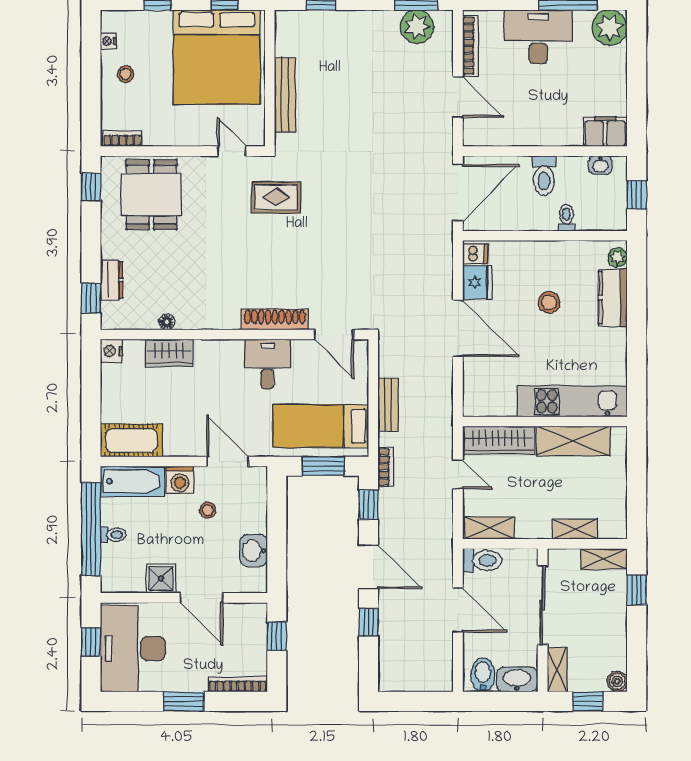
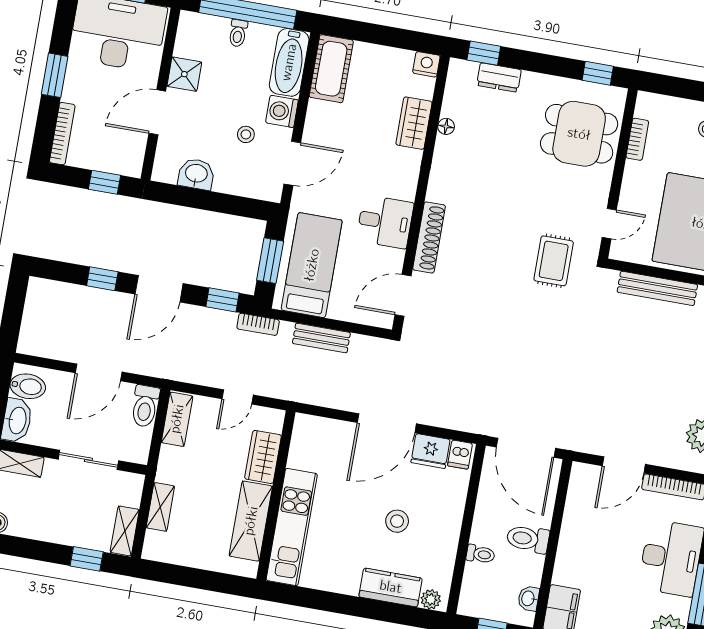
bookcase: (122, 139) -> (637, 139), moved
wardrobe: (499, 440) -> (263, 457), width x0.67
sliding door: (543, 605) -> (88, 460), width x0.73

